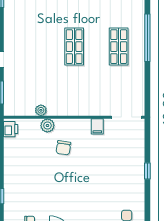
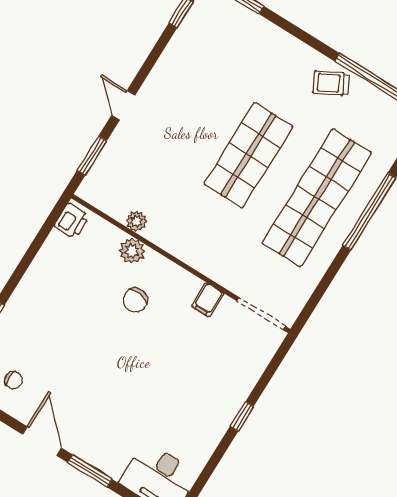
shop shelf: (74, 47) -> (248, 155), width x1.43, depth x1.36
shop shelf: (119, 47) -> (317, 198), width x2.00, depth x1.36

